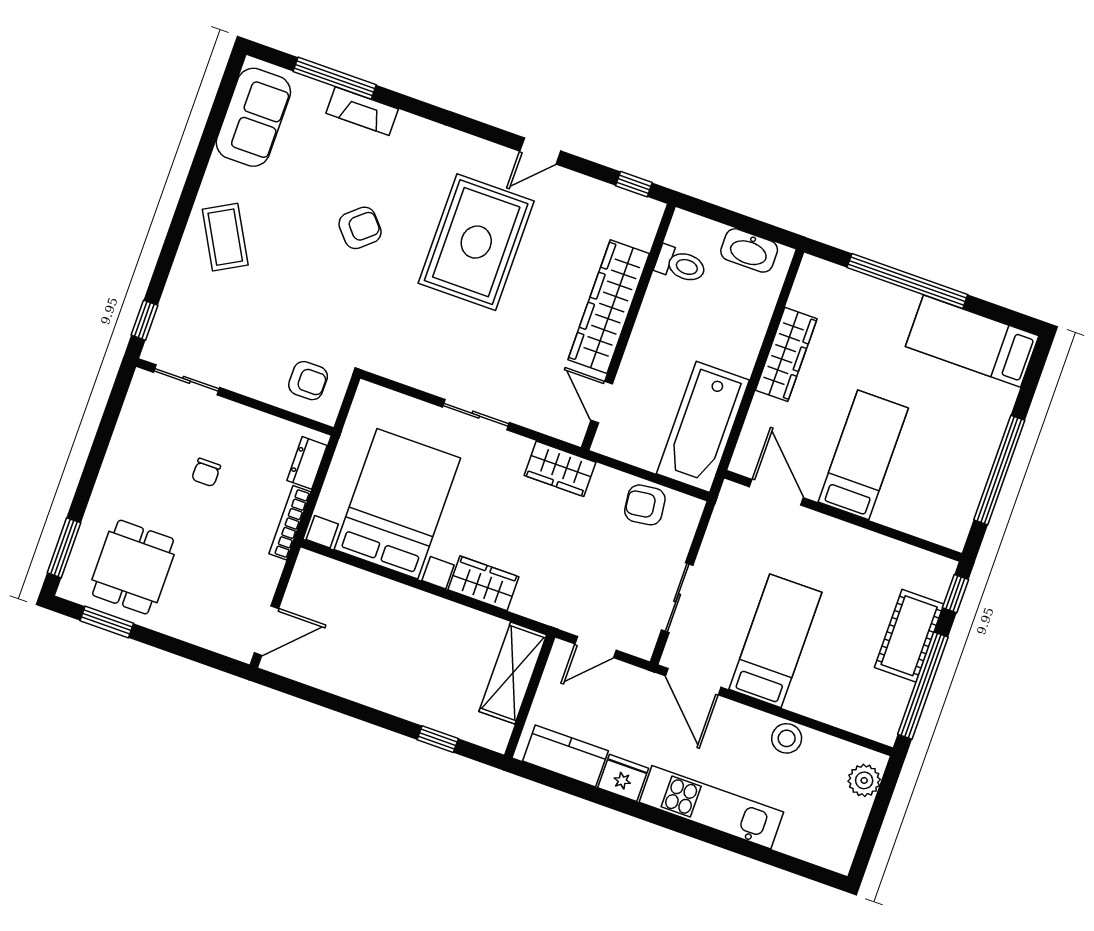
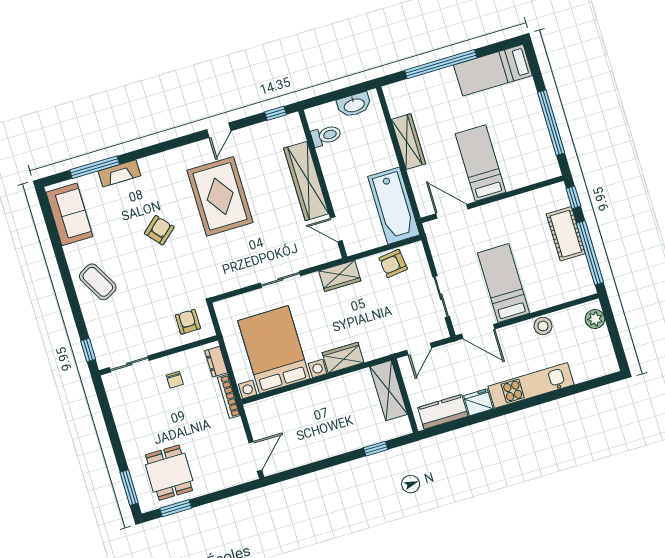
armchair: (308, 381) -> (188, 322), turned -90
chair: (206, 472) -> (175, 380), moved

